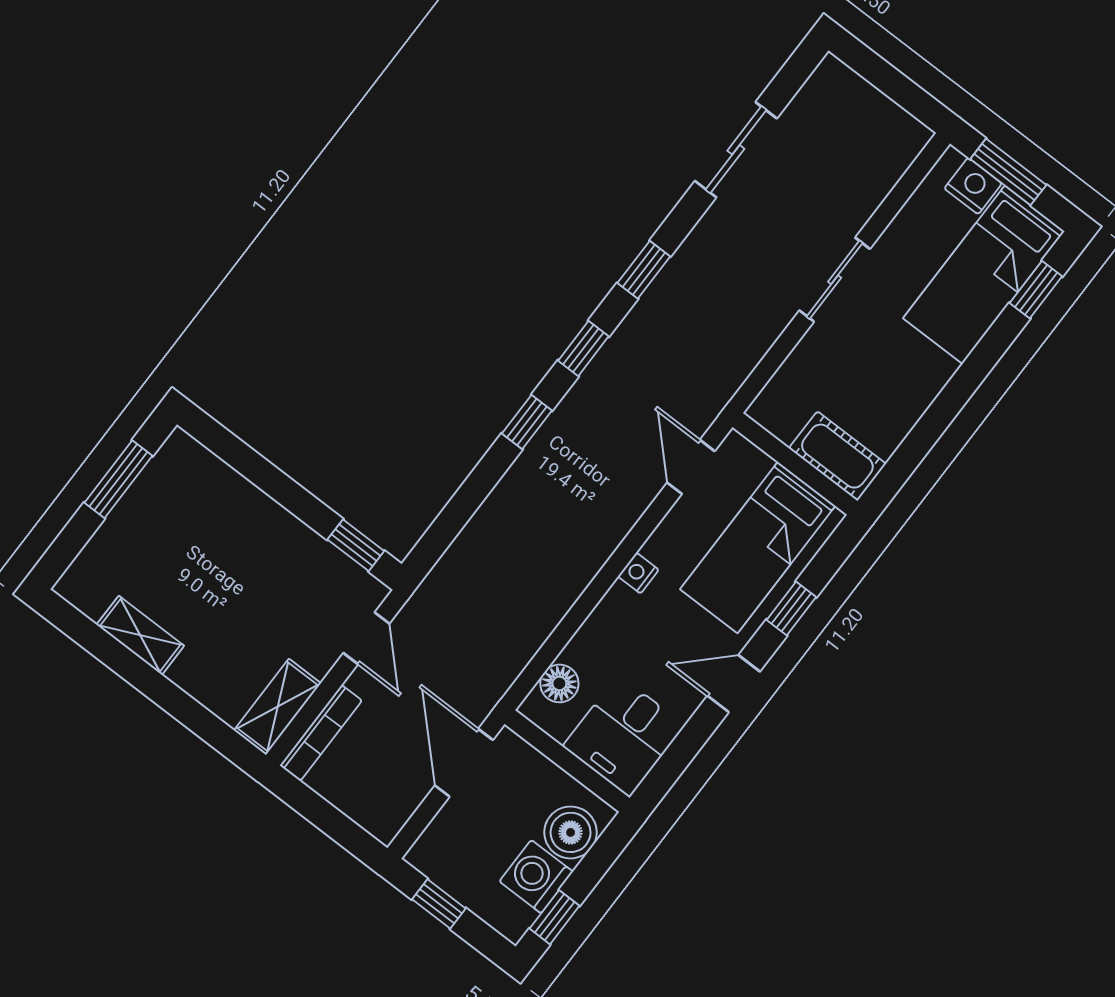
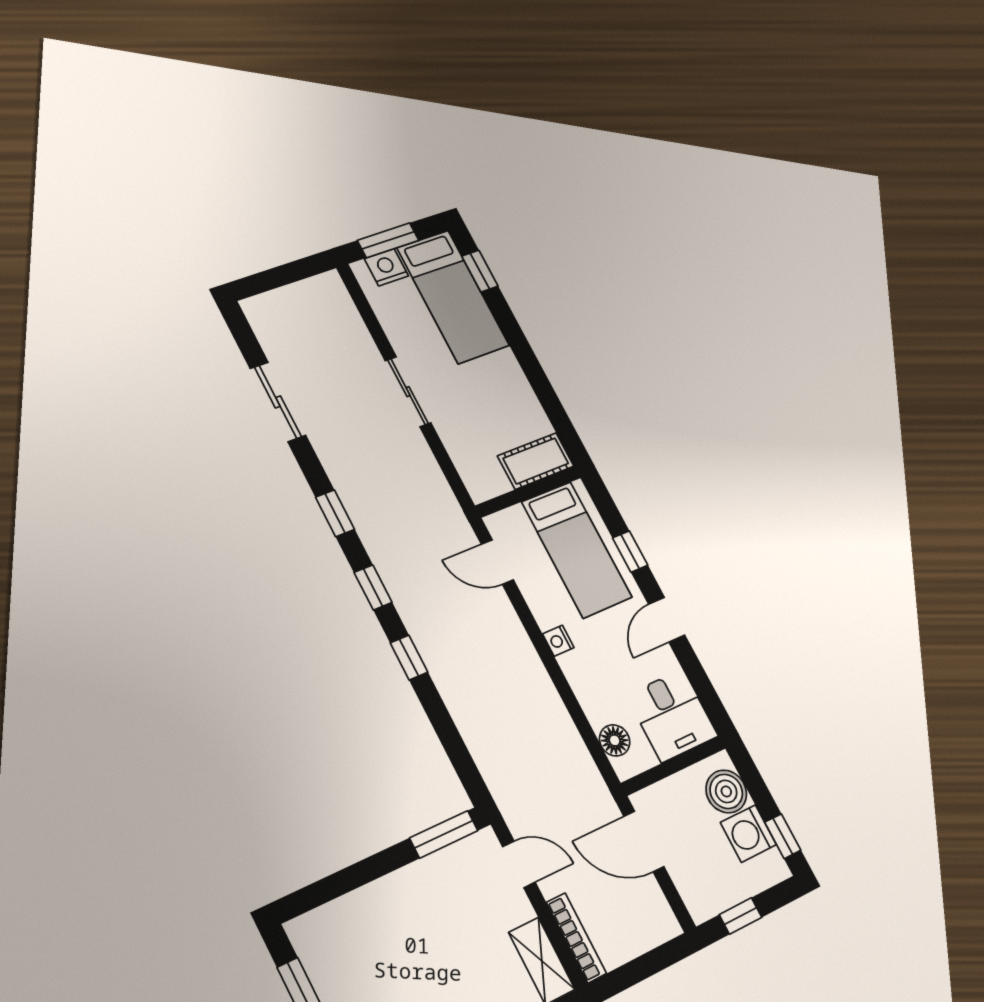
window: (356, 545) -> (444, 834), width x1.50

